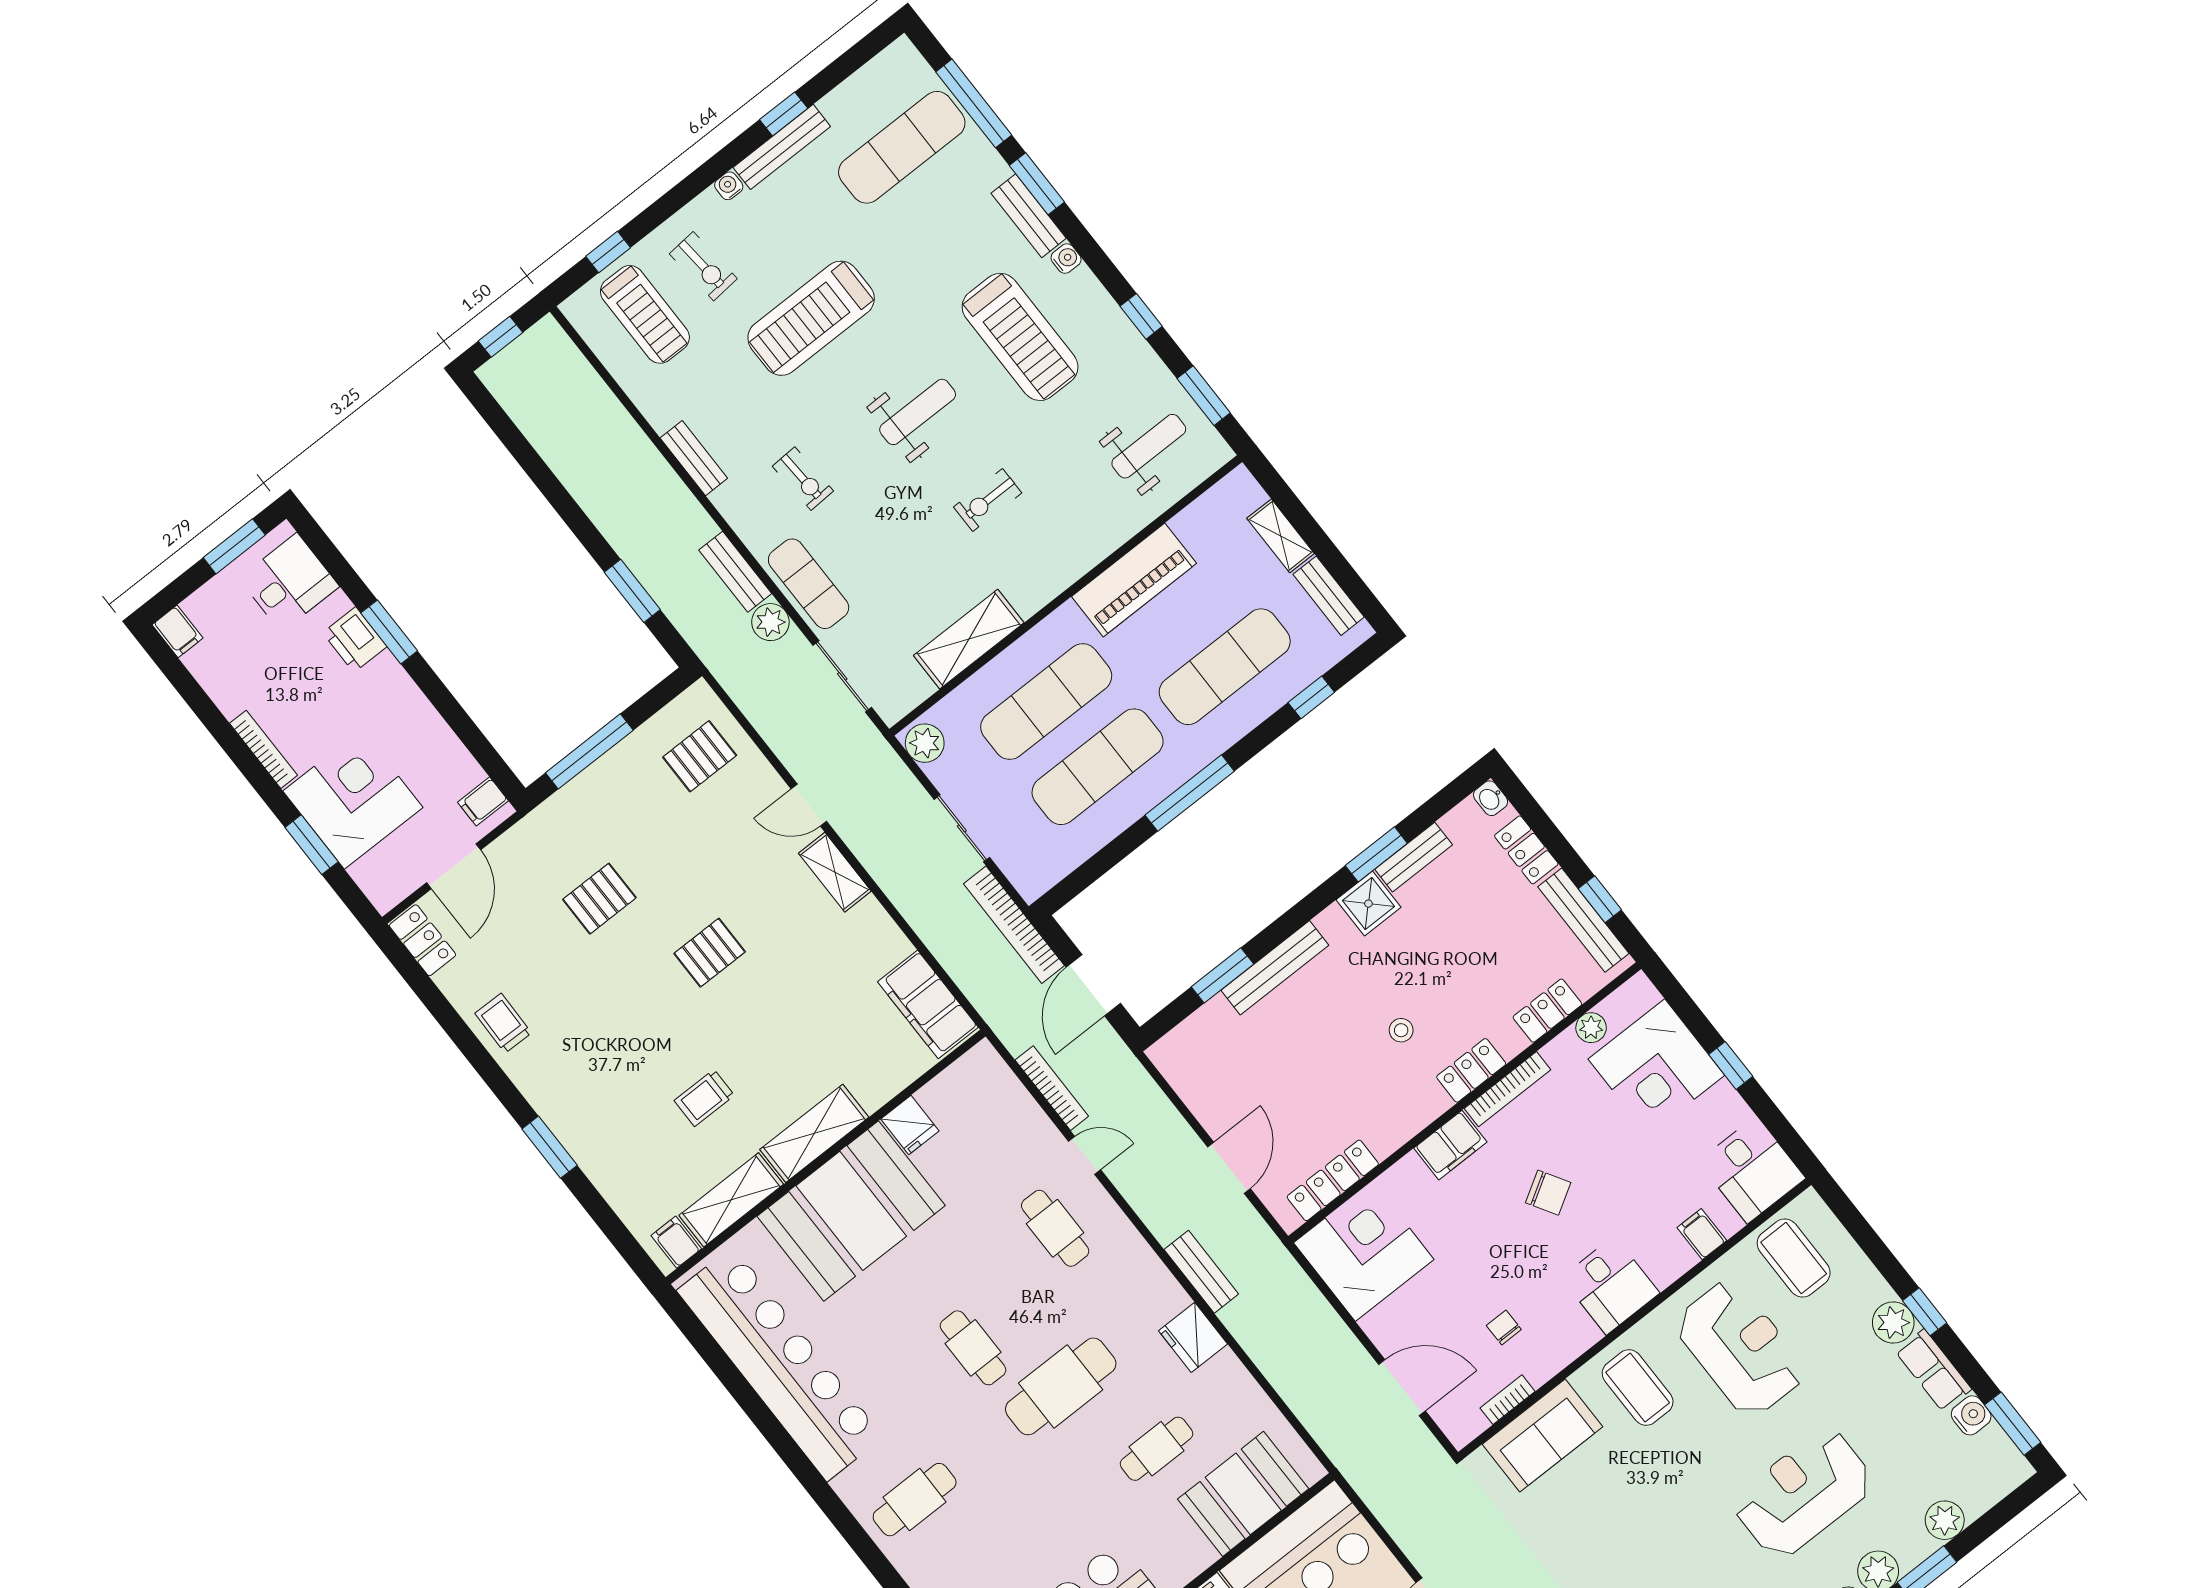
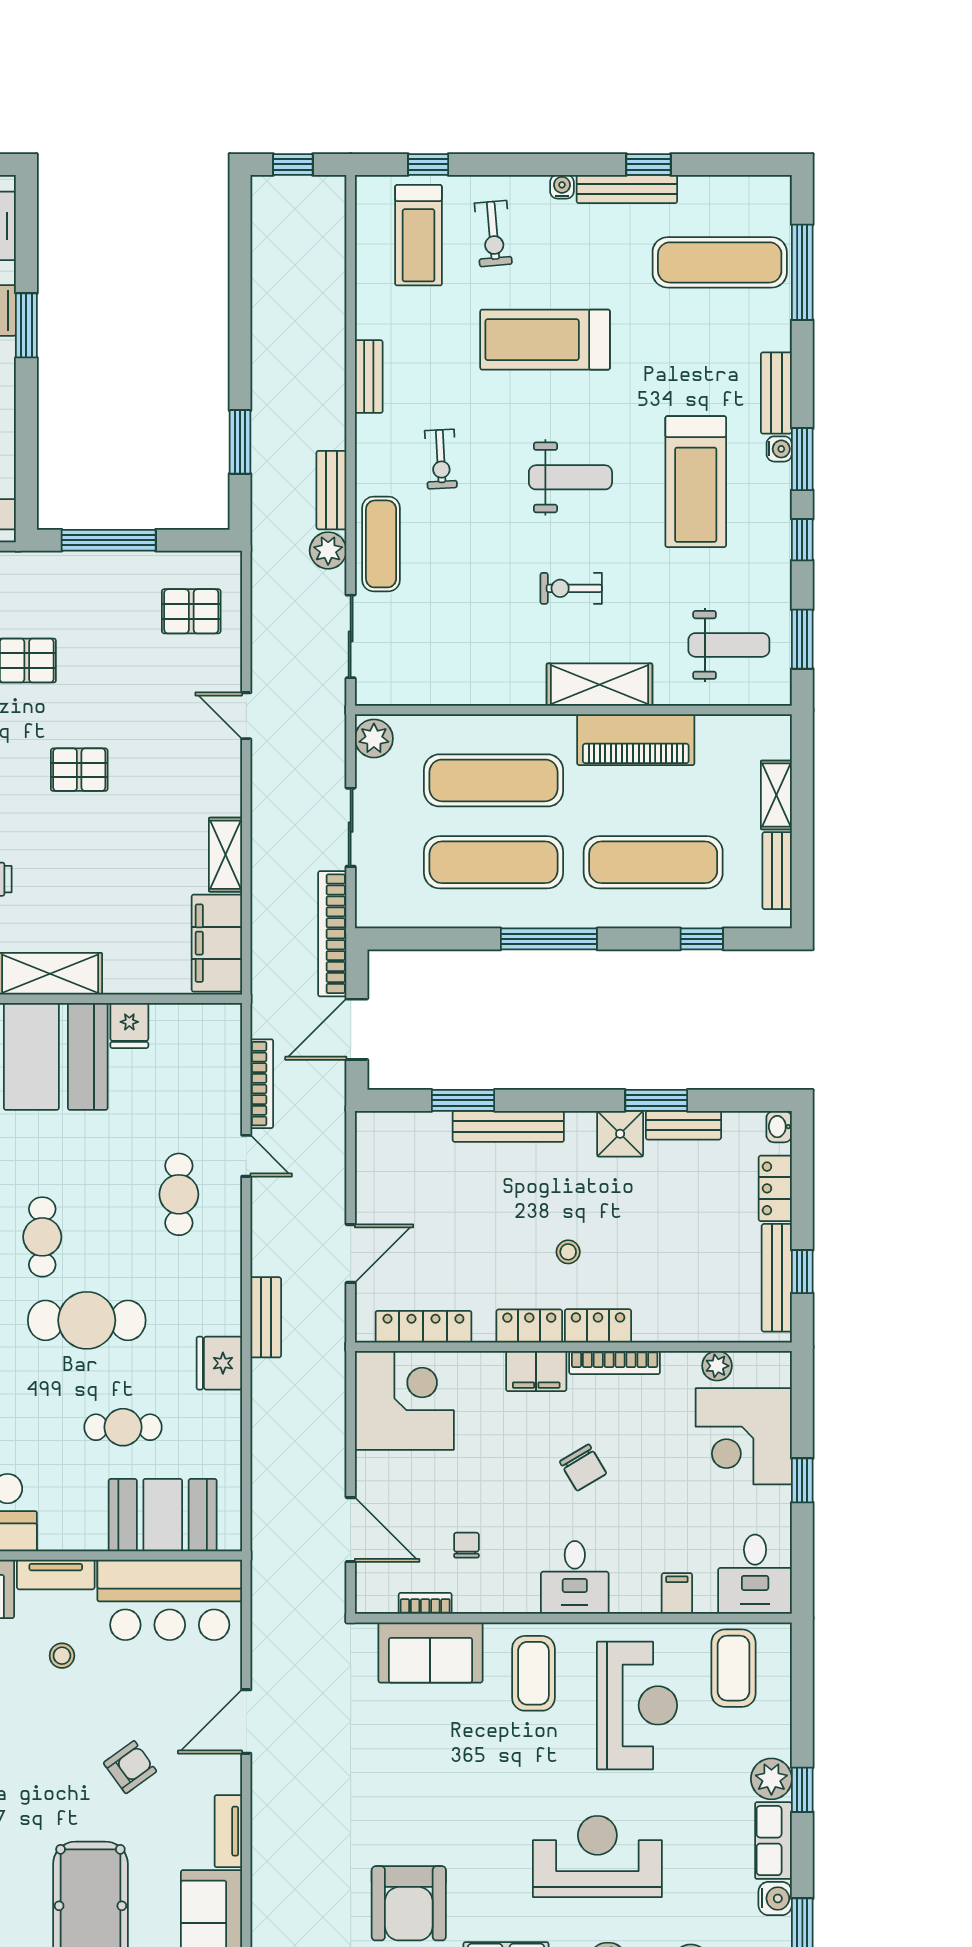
window: (1037, 184) -> (802, 459), moved
shelving: (969, 639) -> (599, 685), moved
shelving: (835, 872) -> (225, 855), moved
locker: (1547, 1011) -> (529, 1326), moved

